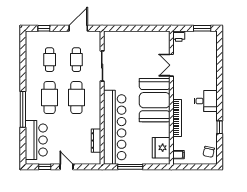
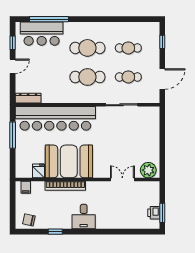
door: (78, 28) -> (162, 79), hinge flipped
printer: (179, 36) -> (154, 213), moved
plant: (163, 41) -> (148, 170), added
booth: (155, 100) -> (69, 161), moved
window: (23, 109) -> (49, 19), moved
dresser: (96, 141) -> (28, 98), moved
fridge: (161, 148) -> (39, 171), width x0.53, depth x0.75

